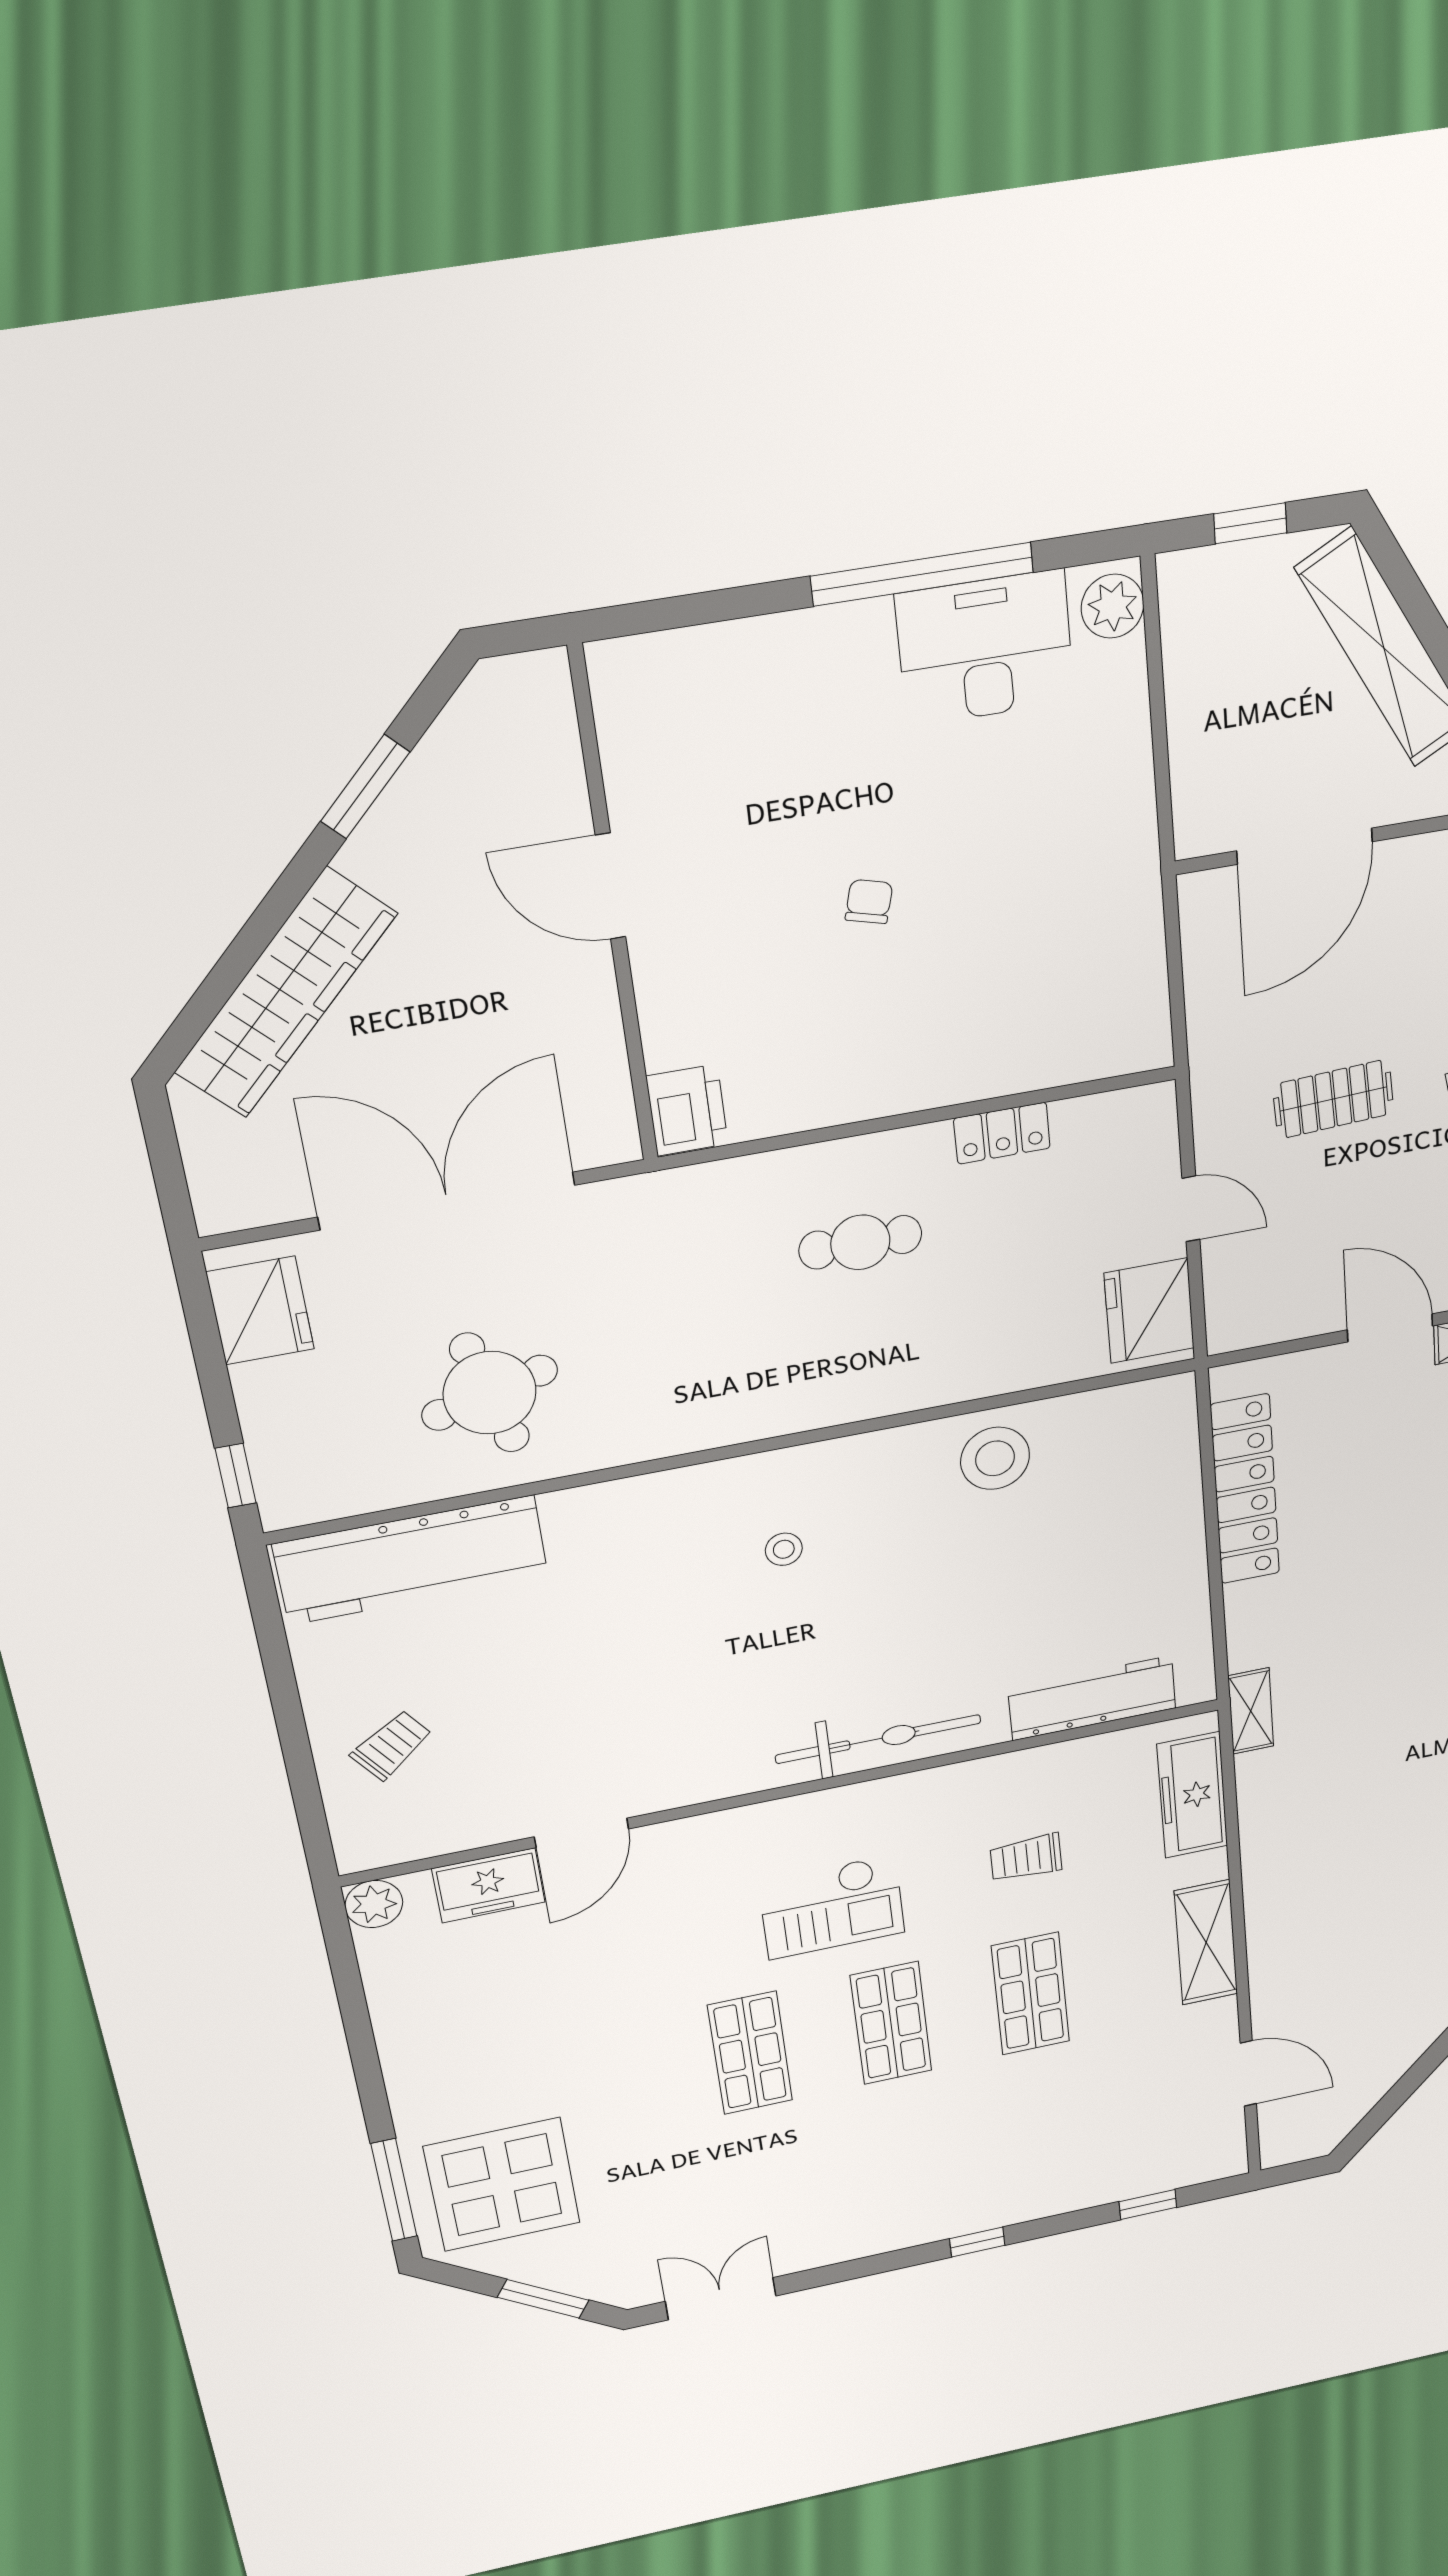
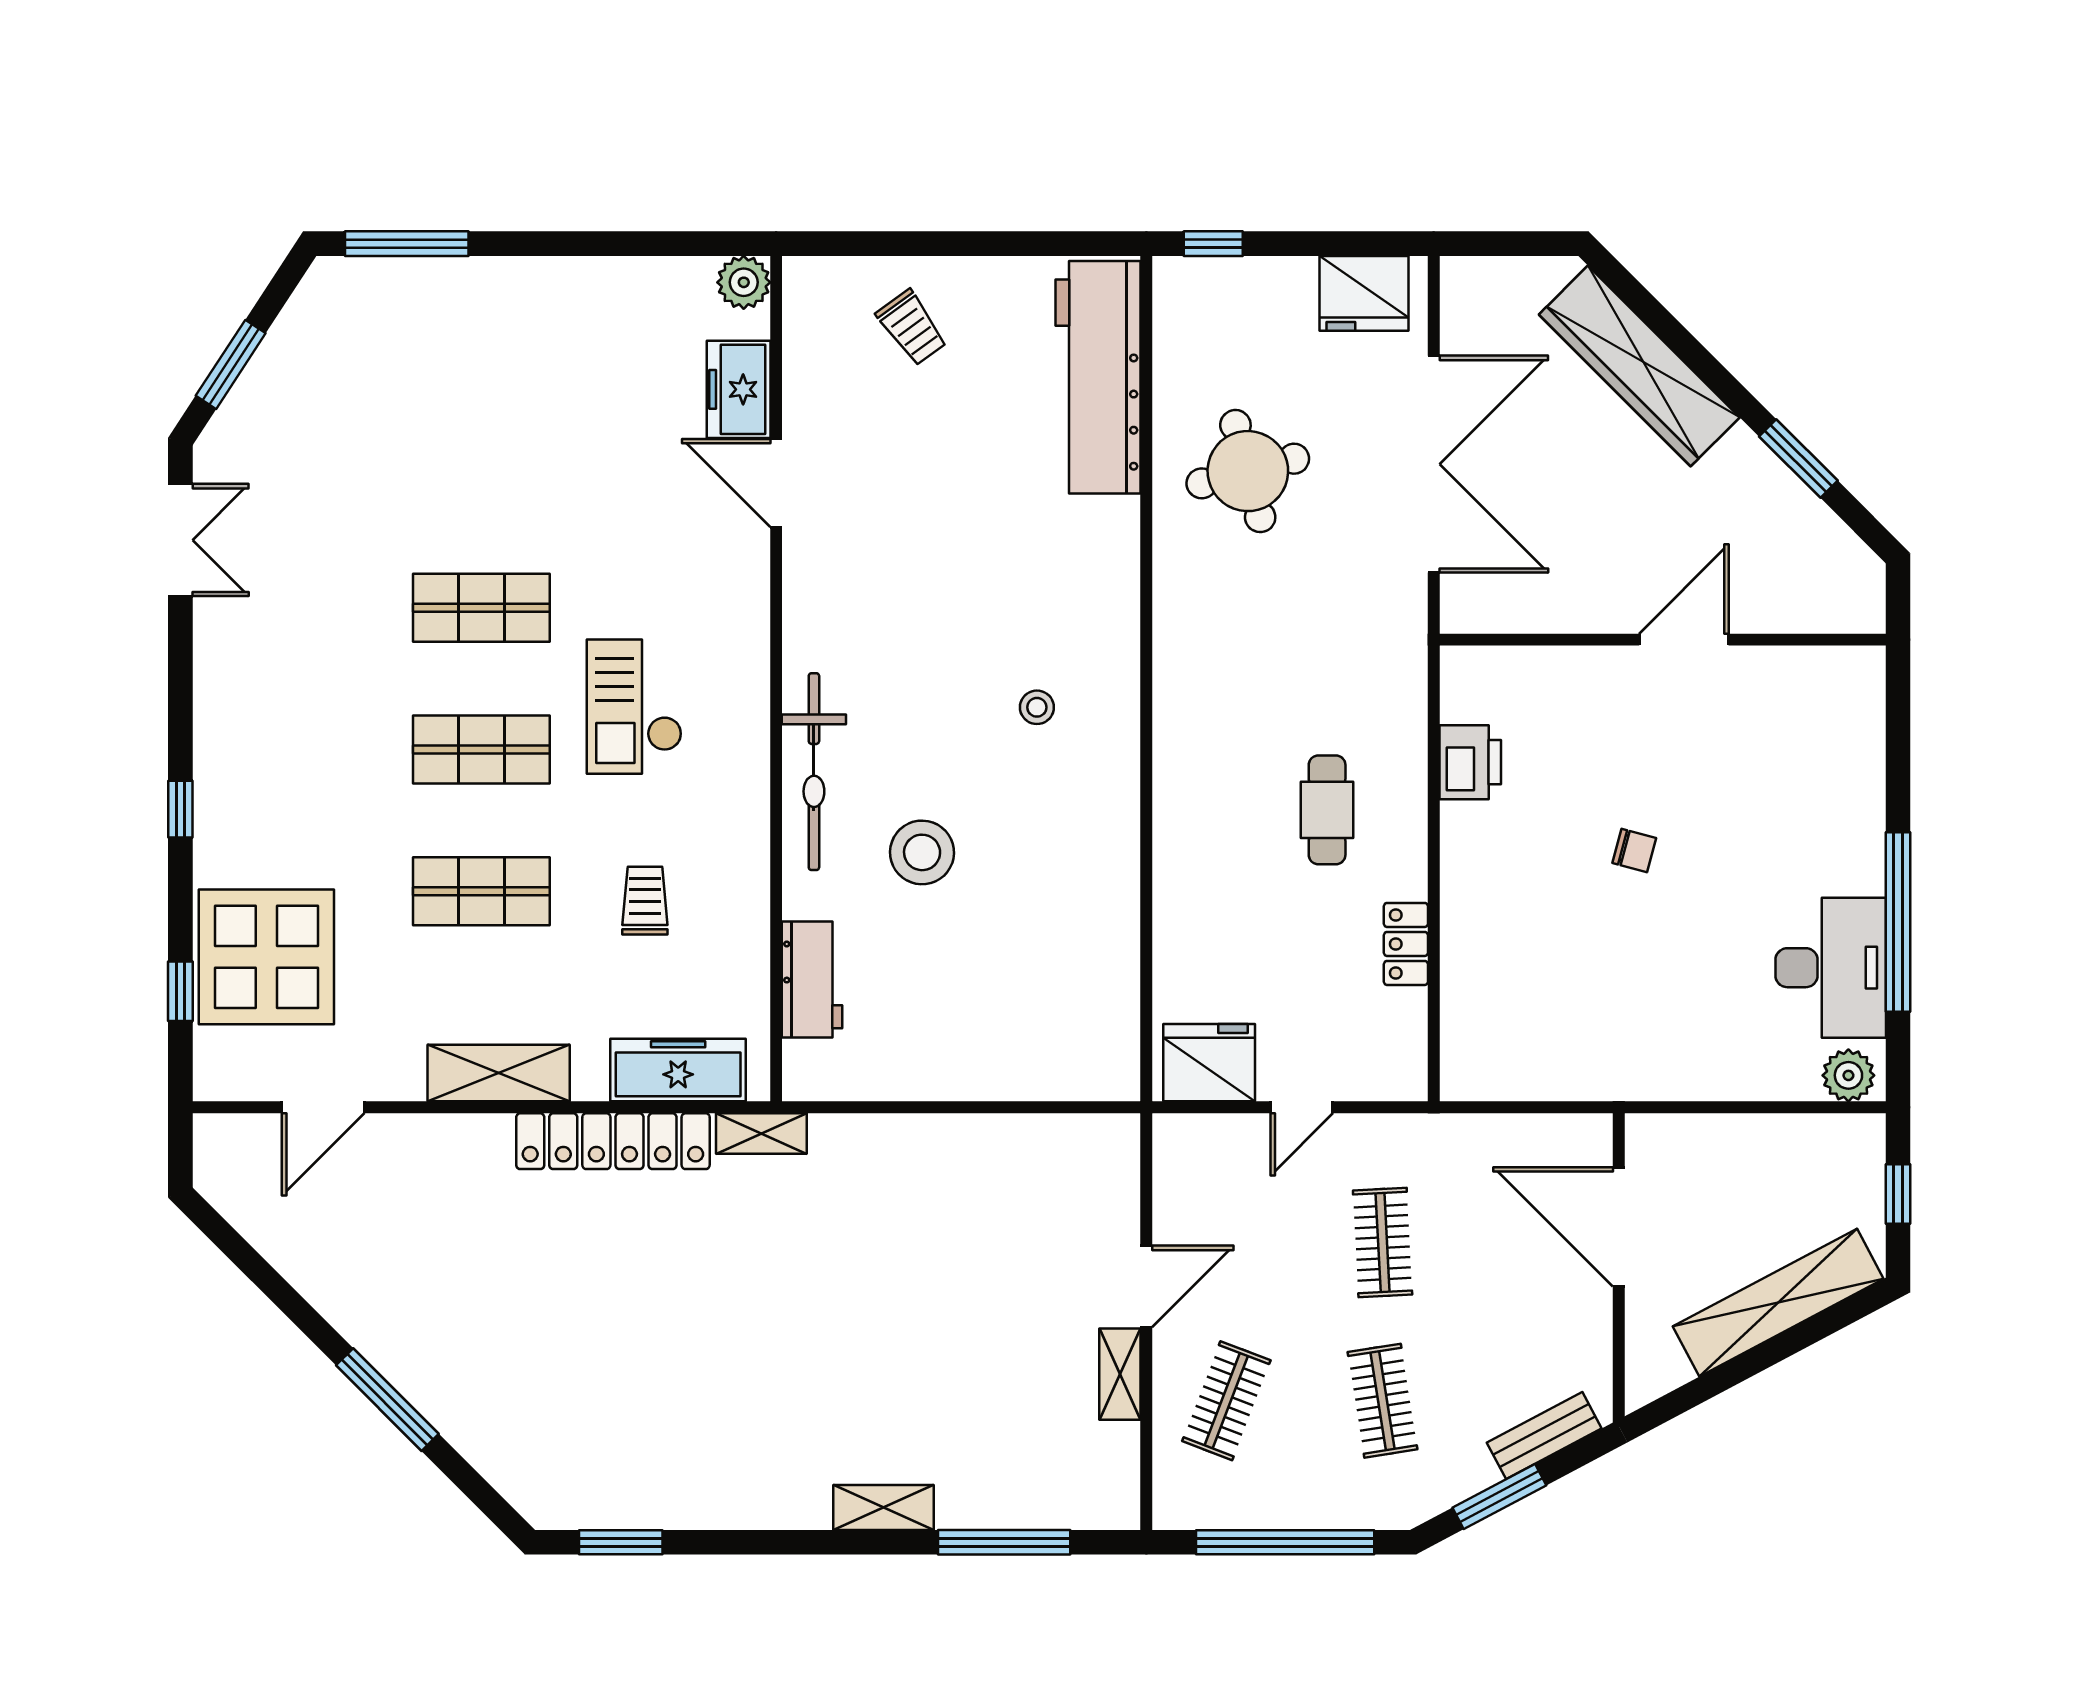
printer: (687, 1110) -> (1470, 762), moved, turned -90
stool: (995, 1458) -> (922, 852), moved
locker: (1245, 1490) -> (613, 1141), moved
workbench: (1092, 1698) -> (812, 979), width x0.73
display table: (502, 2185) -> (266, 957), moved

